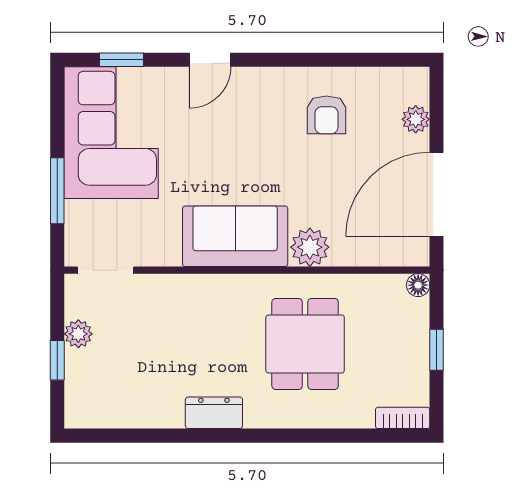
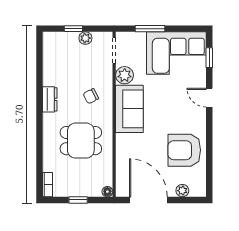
armchair: (326, 115) -> (184, 150), width x1.88, depth x1.88
plant: (310, 247) -> (125, 75), moved
chair: (207, 322) -> (91, 96), added

